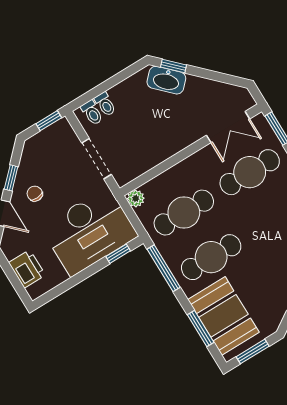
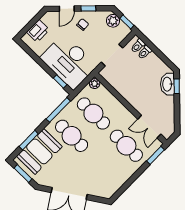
plant: (41, 143) -> (113, 21), added

